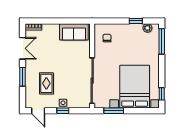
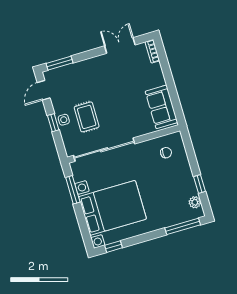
double door: (23, 48) -> (120, 45), swing flipped
window: (23, 77) -> (60, 63), moved
rug: (46, 83) -> (87, 117), moved, turned 90

